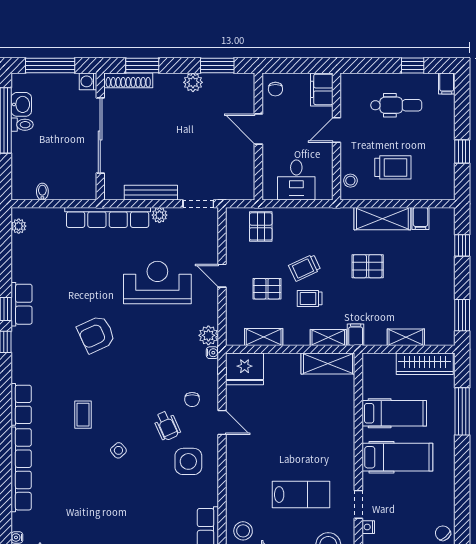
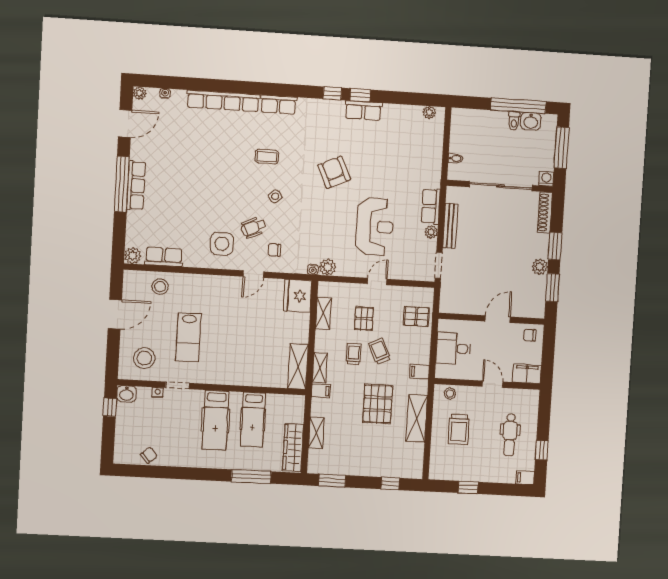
window: (142, 65) -> (555, 246), moved
bidet: (42, 192) -> (455, 158), moved
row of seats: (108, 217) -> (431, 206), width x0.50
filing cabinet: (420, 219) -> (420, 372), moved
pallet: (368, 266) -> (378, 404), width x1.50, depth x1.42
side table: (118, 450) -> (275, 196), moved

